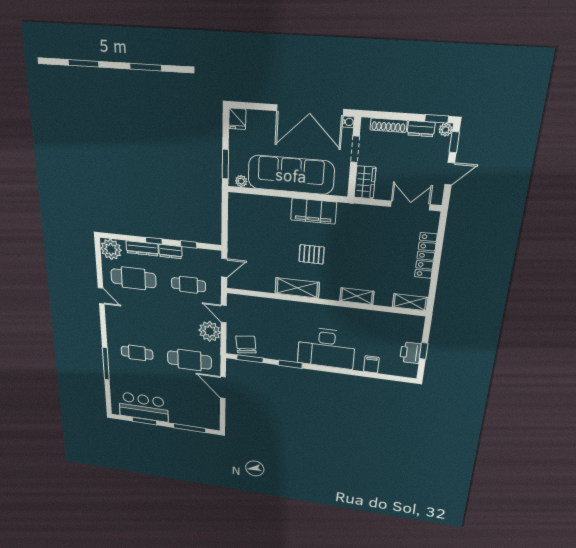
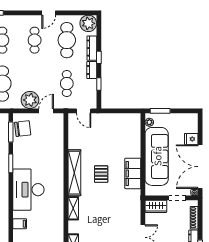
fridge: (237, 119) -> (191, 139), moved
shelving: (297, 288) -> (74, 173), width x1.47
cafe table: (135, 317) -> (35, 40), added

